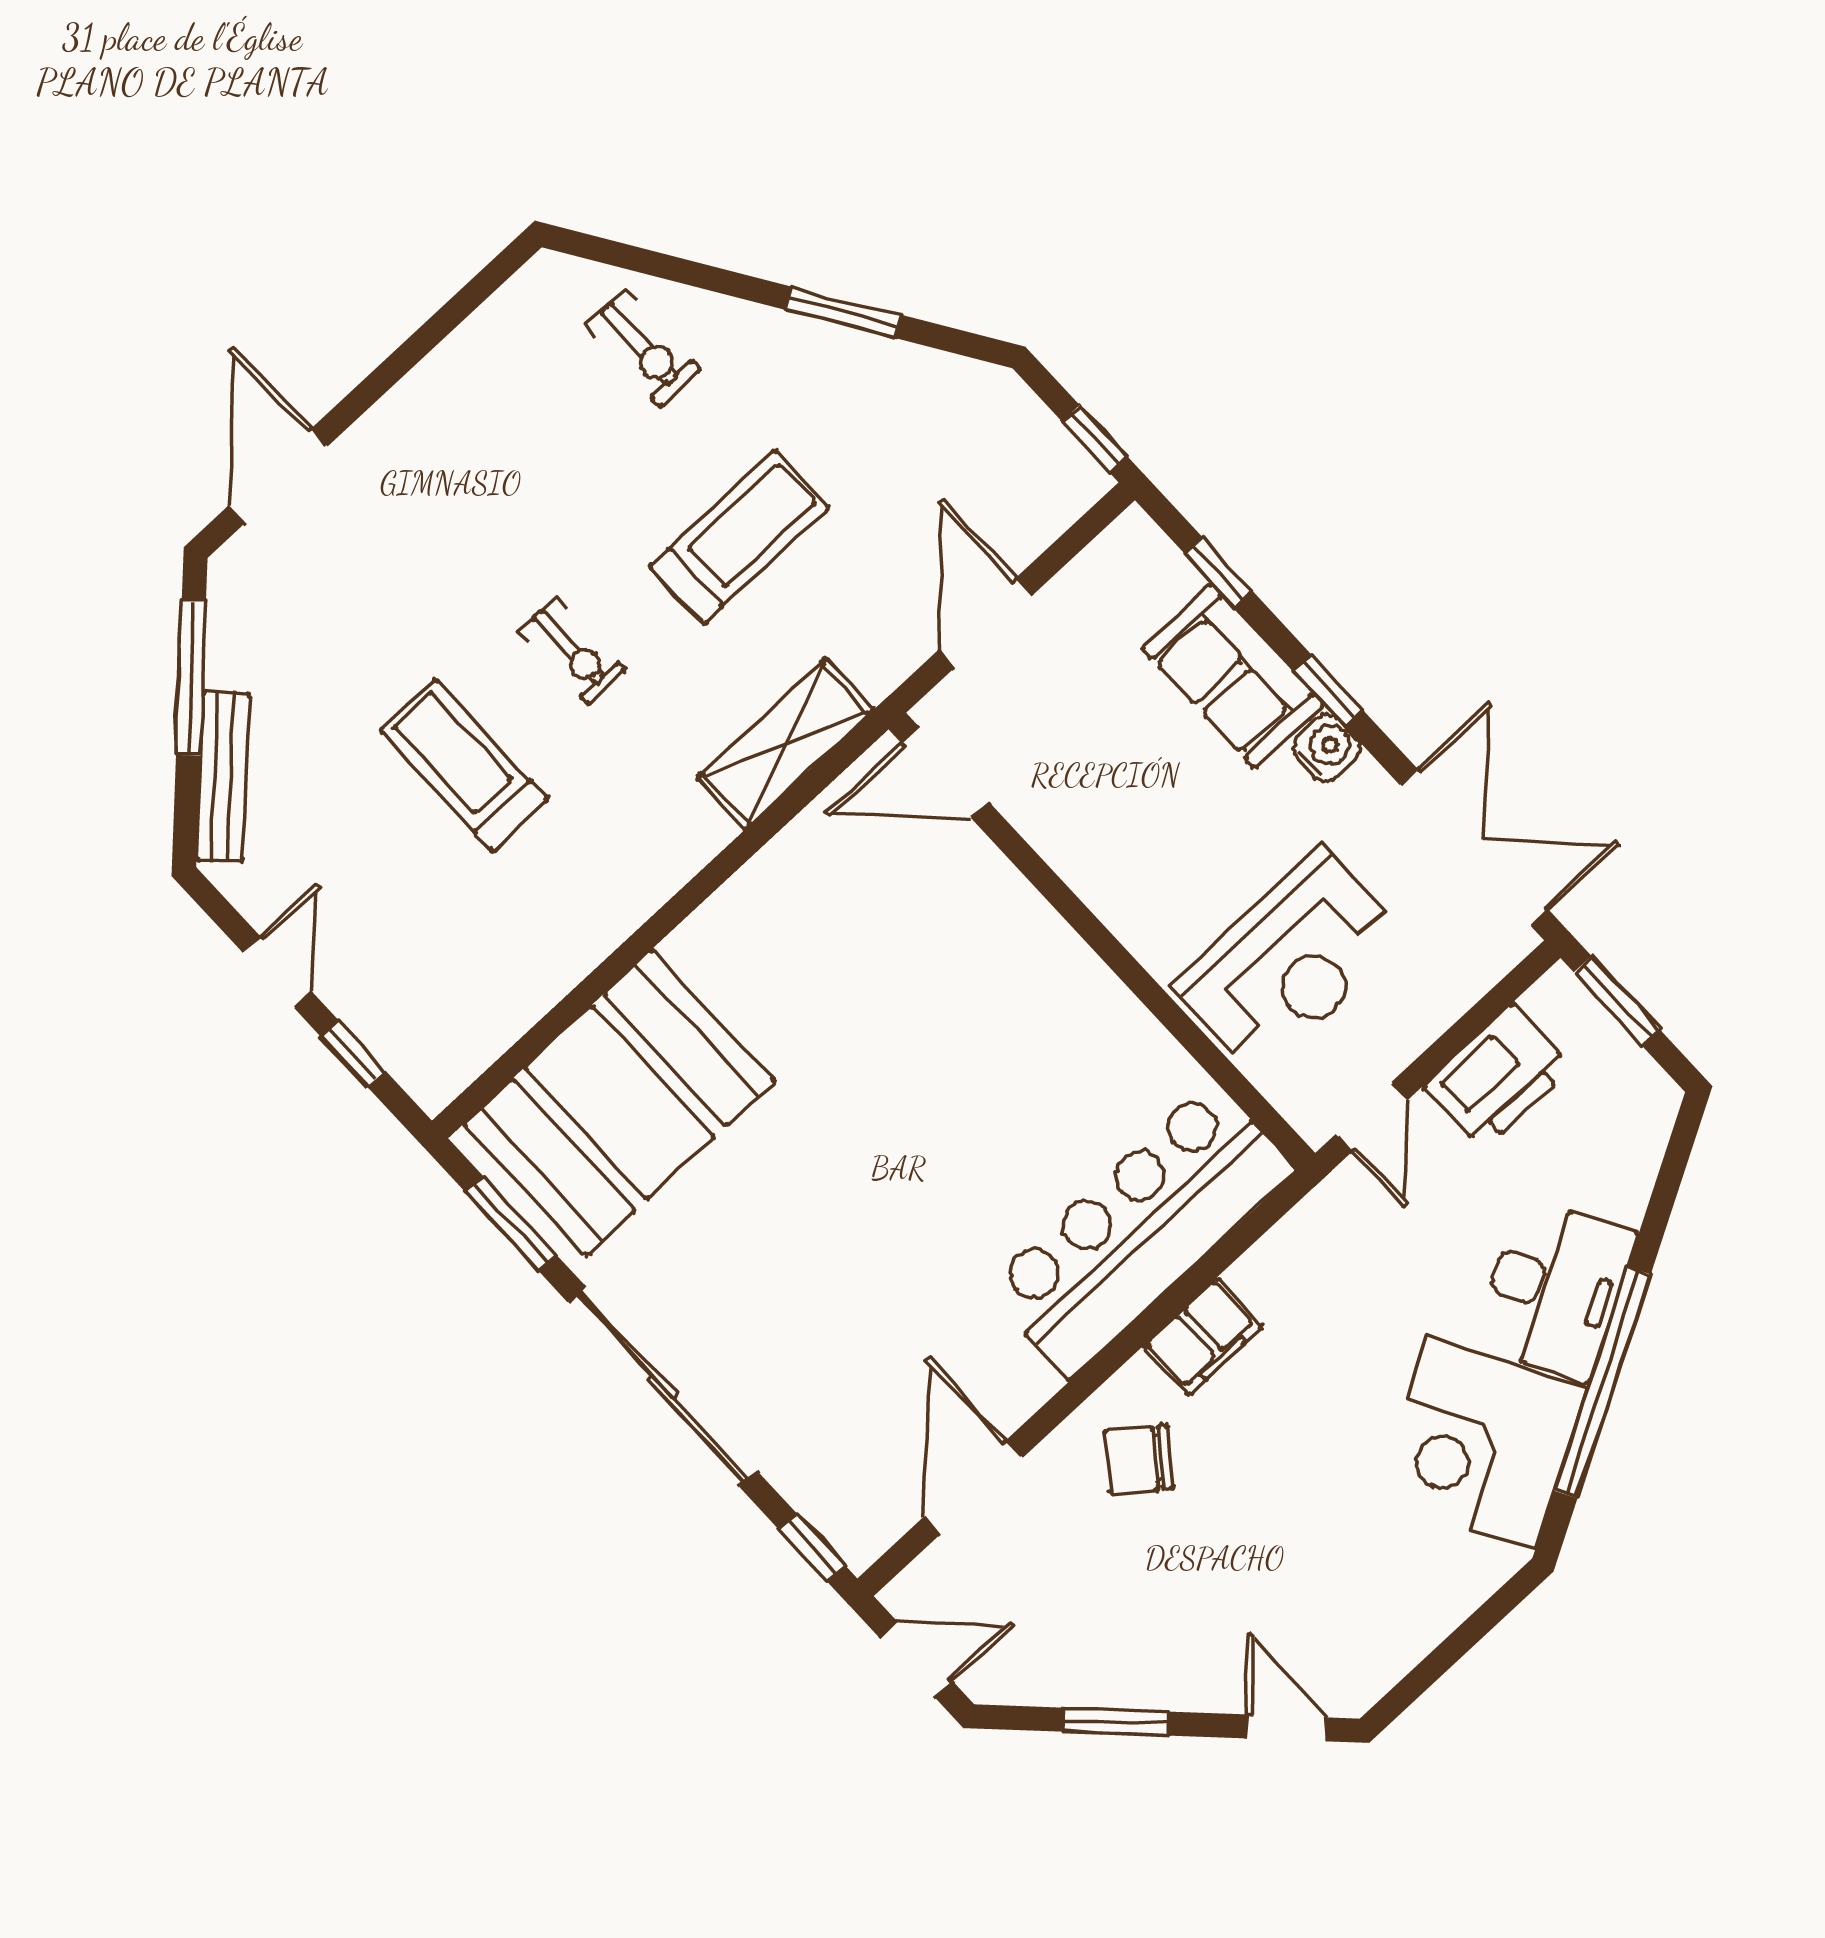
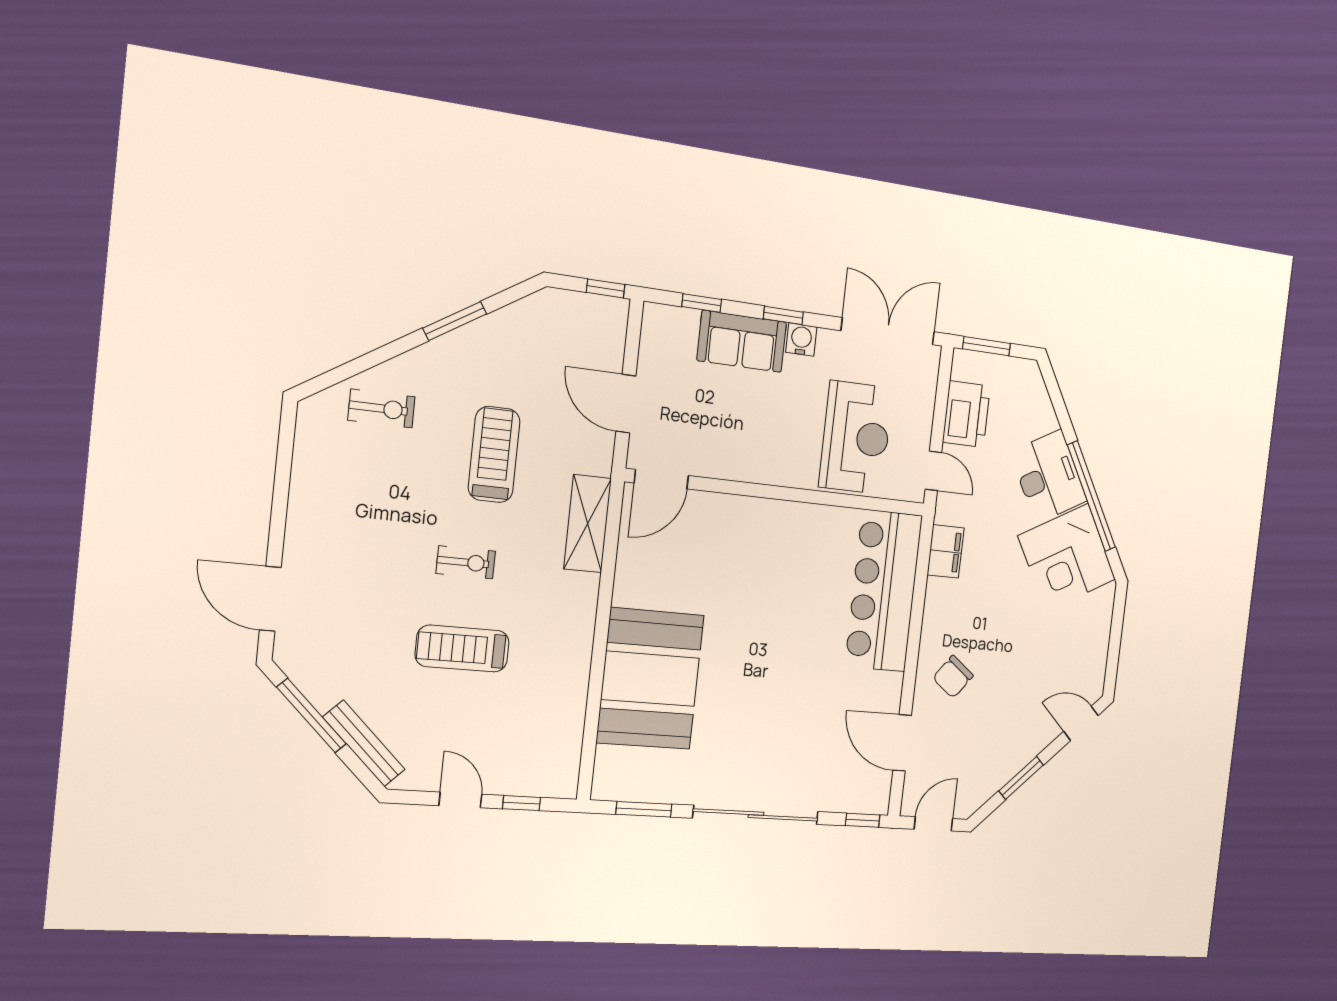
booth: (619, 1102) -> (650, 679), moved
filing cabinet: (1202, 1337) -> (946, 551), moved

